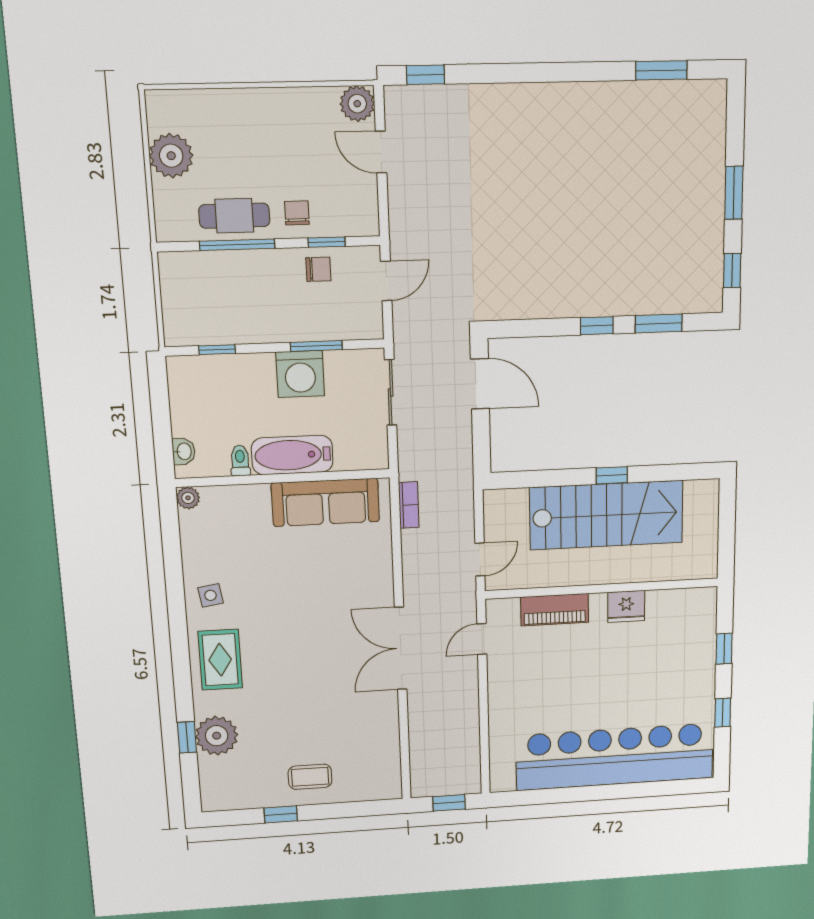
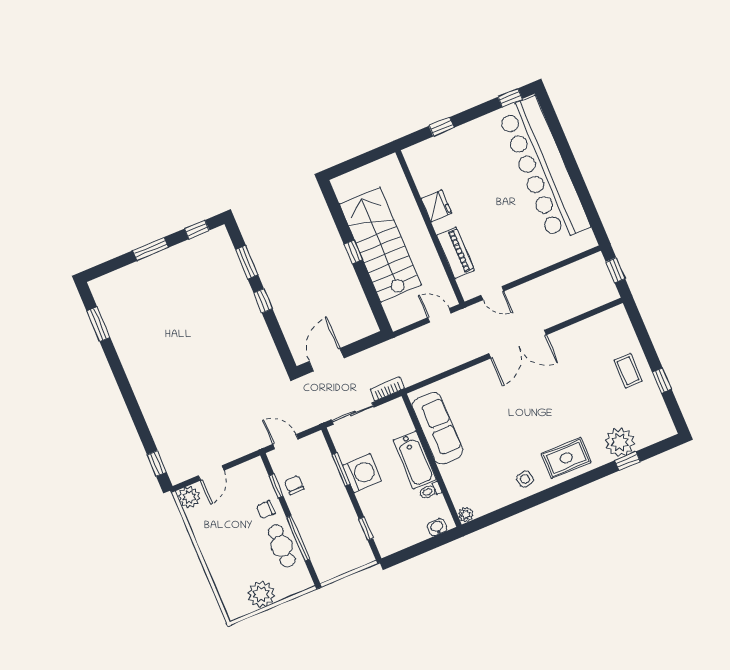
bookcase: (409, 505) -> (387, 389), moved
window: (723, 713) -> (510, 98), moved

